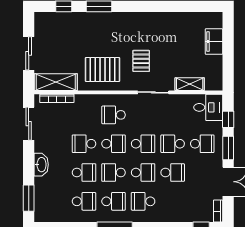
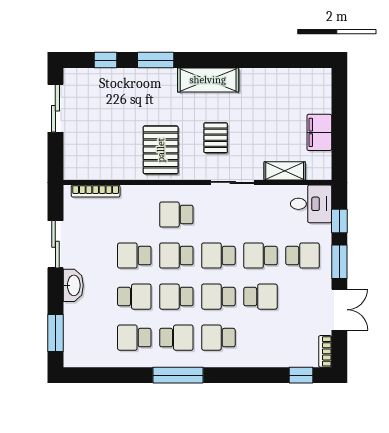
filing cabinet: (214, 42) -> (319, 132), moved
sliding door: (29, 53) -> (55, 108), moved
pallet: (103, 69) -> (161, 150), turned 90
shelving: (56, 82) -> (208, 80), moved
sliding door: (29, 124) -> (55, 244), moved
school desk: (114, 144) -> (176, 256), turned 180
school desk: (143, 144) -> (218, 256), turned 180
school desk: (143, 173) -> (218, 297), turned 180
school desk: (84, 201) -> (134, 338), turned 180

